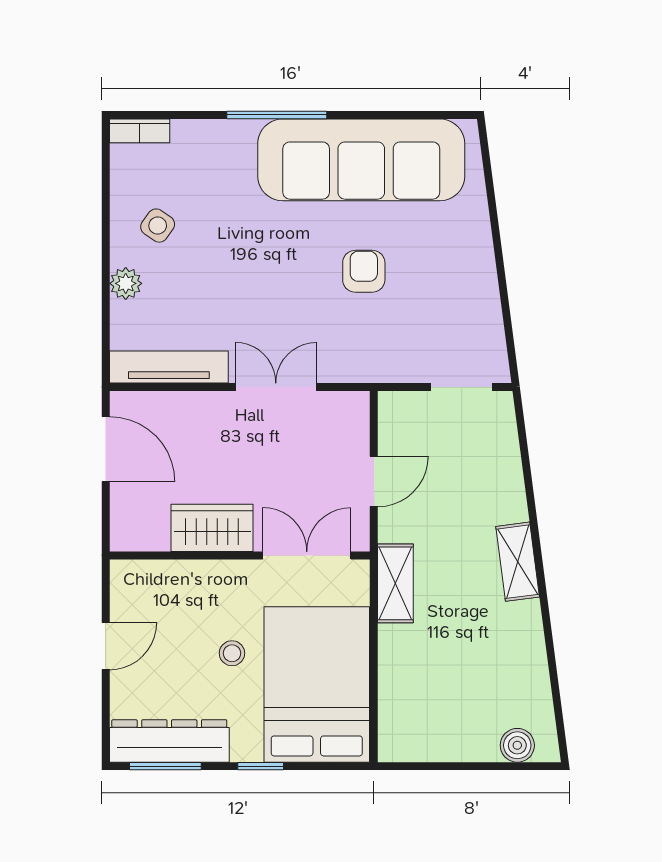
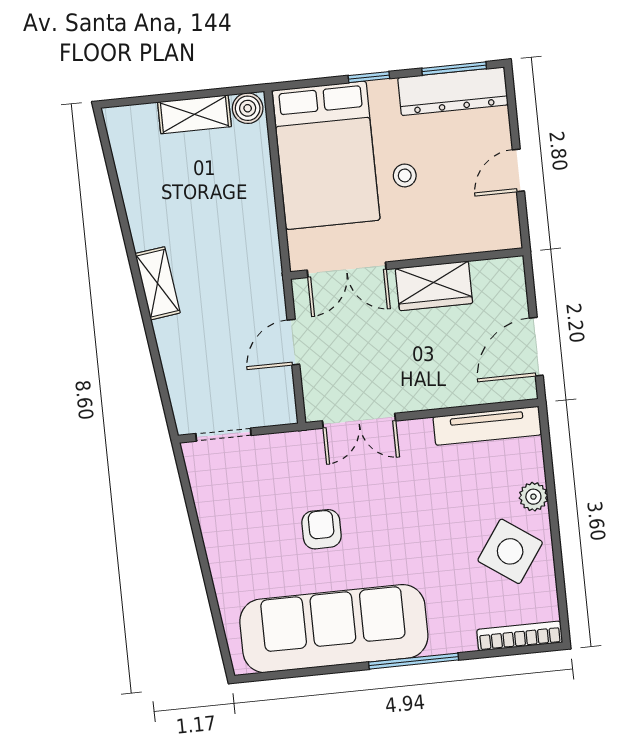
bookcase: (140, 131) -> (520, 636), width x1.56
side table: (158, 226) -> (510, 551), width x1.87, depth x1.87
armchair: (364, 271) -> (322, 529), turned 180
double door: (276, 387) -> (359, 421), moved
door: (106, 449) -> (536, 347), hinge flipped
shelving: (395, 583) -> (194, 114), moved, turned 90
boiler: (517, 745) -> (248, 108), moved

